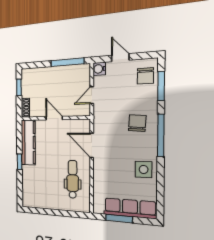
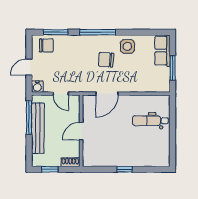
bench: (57, 73) -> (38, 128), added
chair: (137, 123) -> (106, 60), moved
kitchen counter: (28, 142) -> (105, 159), removed
dental chair: (73, 179) -> (150, 121), moved
row of seats: (130, 208) -> (162, 51), width x0.68

